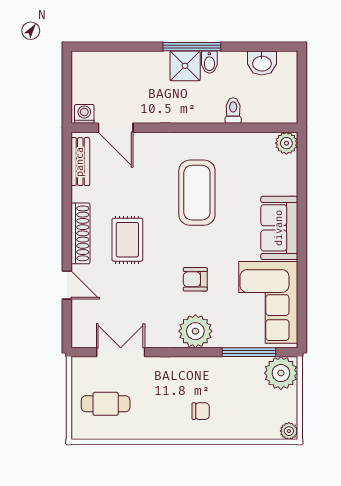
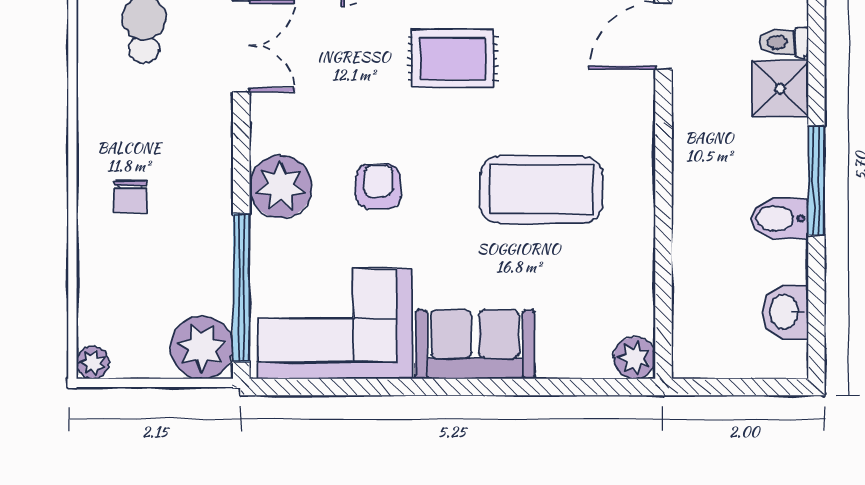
bidet: (209, 62) -> (779, 219), width x1.38, depth x1.36
shower: (185, 66) -> (780, 89), moved
toilet: (233, 111) -> (784, 42), moved, turned 180
window: (249, 352) -> (241, 288), width x1.46

